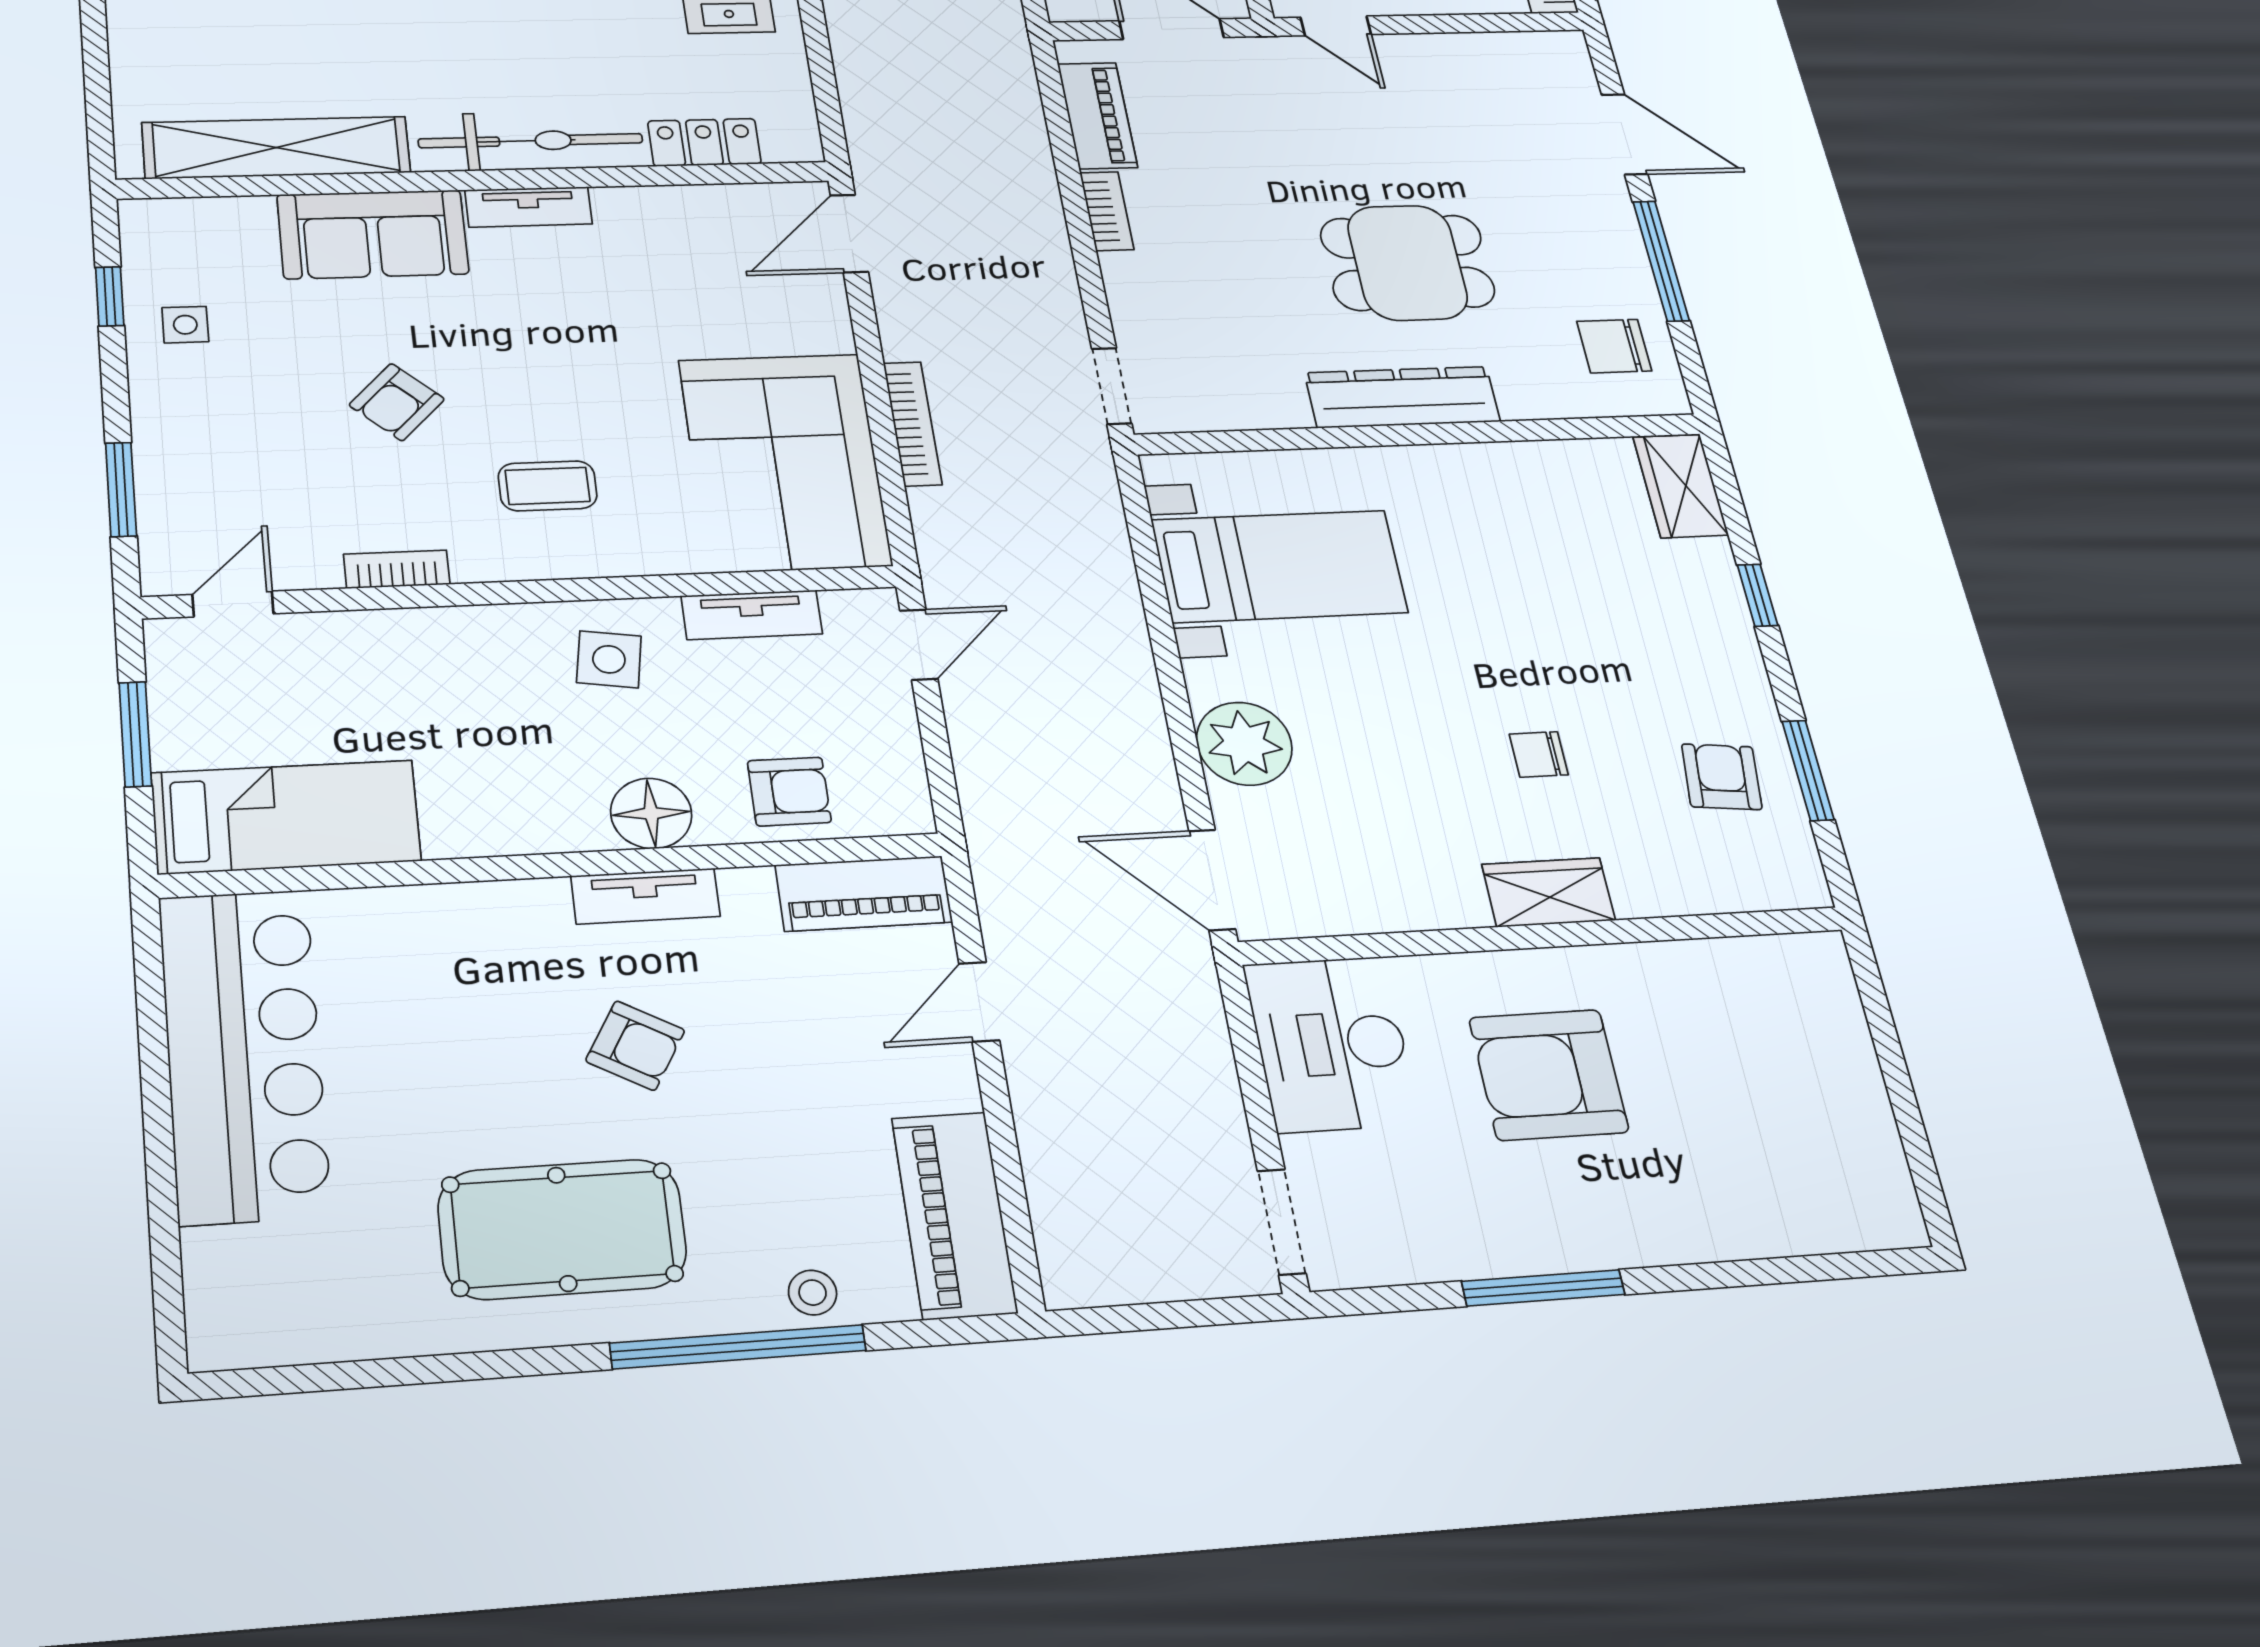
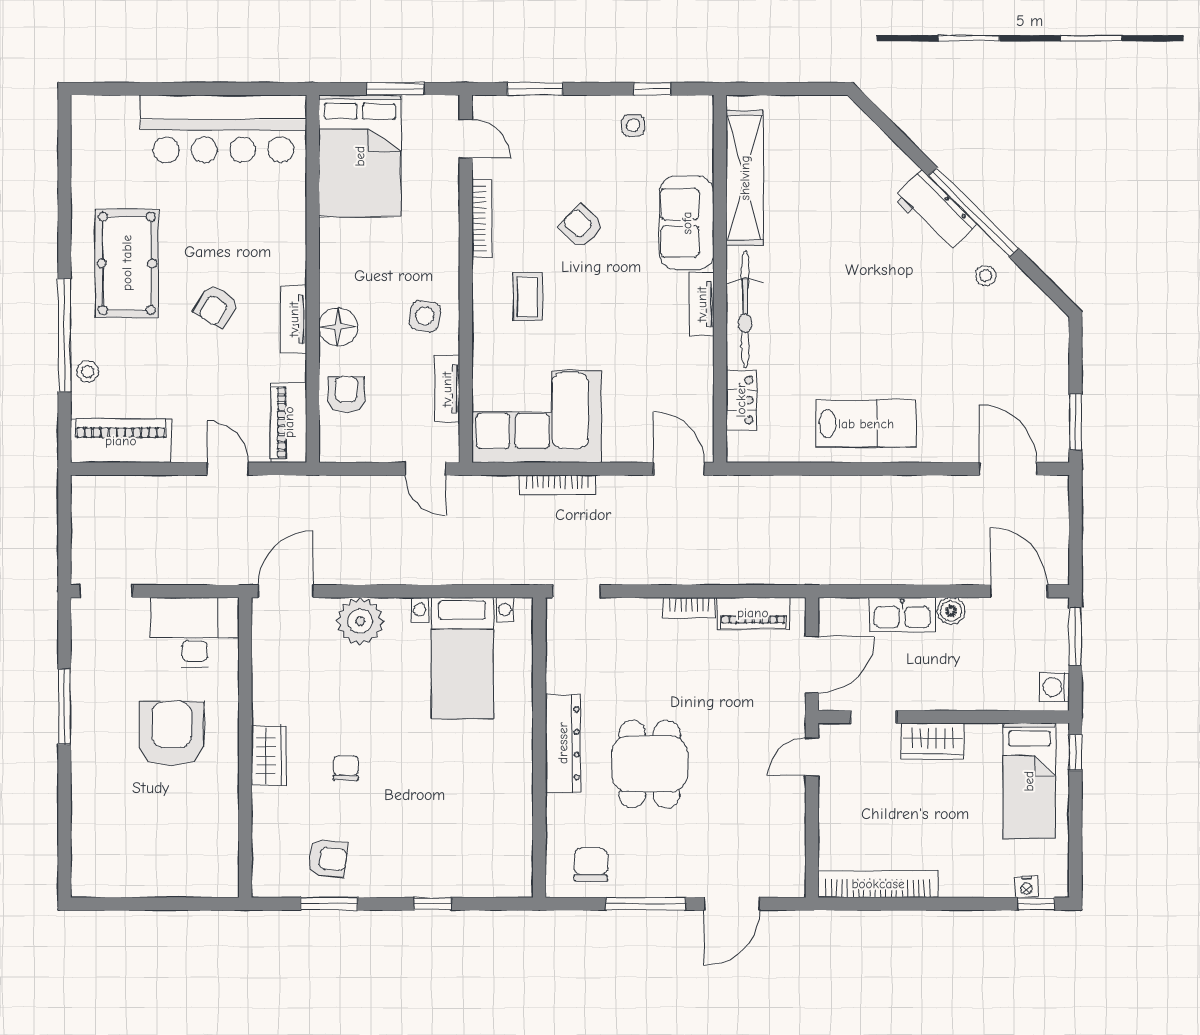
wardrobe: (1681, 486) -> (501, 879), removed
bookcase: (397, 569) -> (482, 218), width x1.56
armchair: (789, 792) -> (346, 394), turned 180
bed: (286, 817) -> (360, 156), width x1.50

